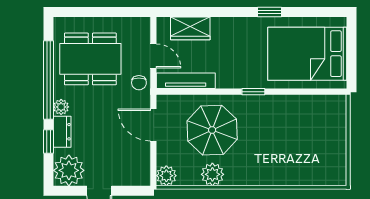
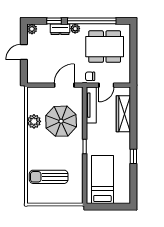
wardrobe: (190, 28) -> (123, 114), width x1.50
bed: (307, 54) -> (102, 179), width x0.67
dining table: (90, 59) -> (105, 47), turned 90
sun lounger: (303, 150) -> (49, 177), added
plant: (69, 170) -> (32, 29), width x0.53, depth x0.53
plant: (166, 176) -> (33, 93), removed

